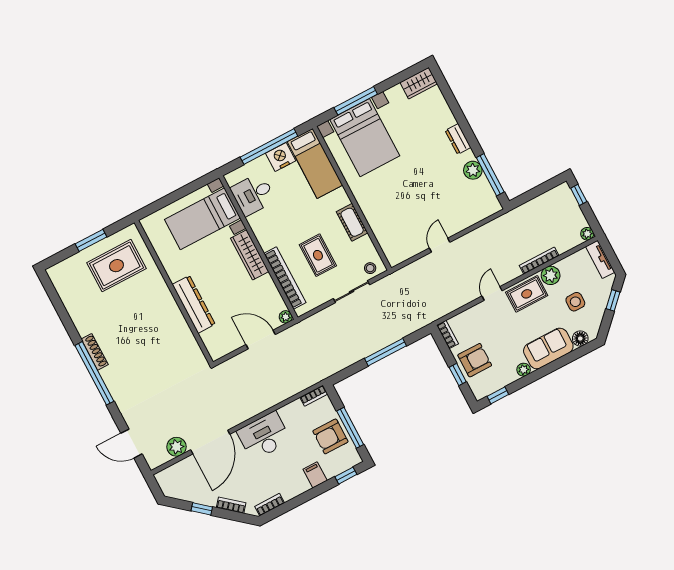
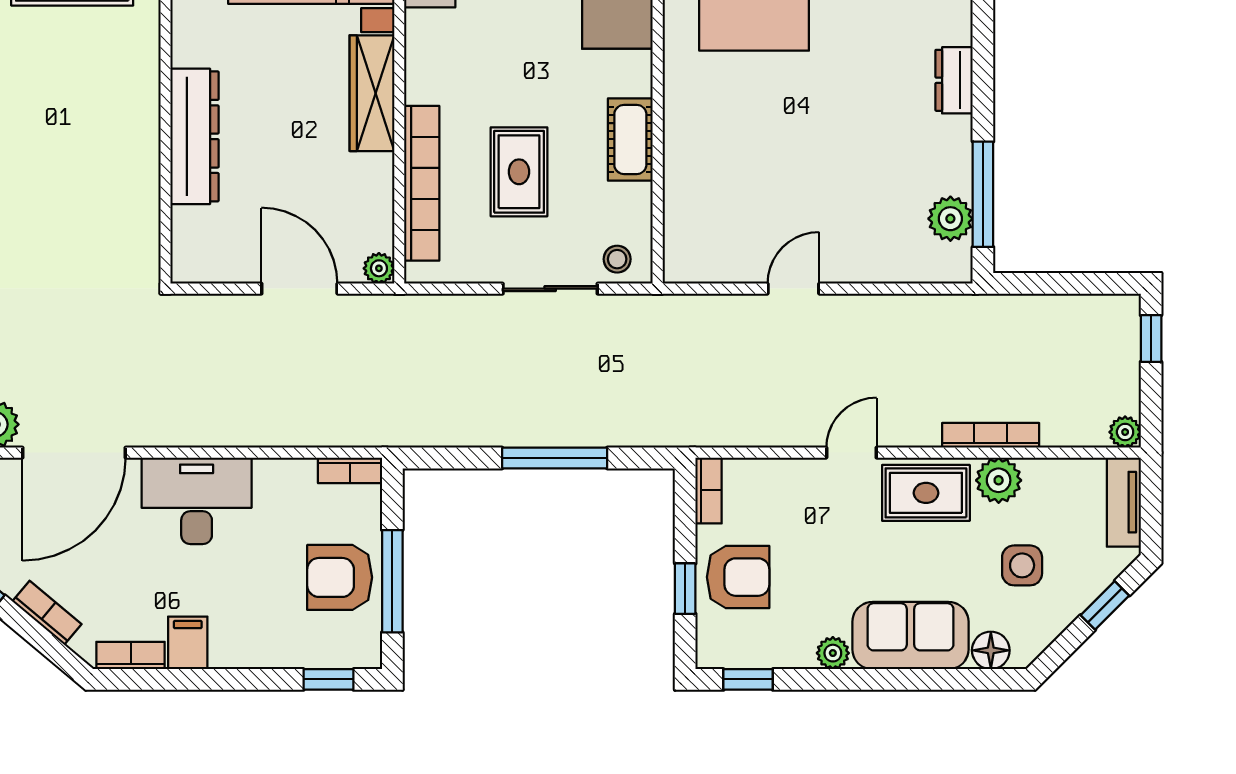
plant: (473, 170) -> (950, 219), moved
filing cabinet: (315, 475) -> (188, 643), moved

